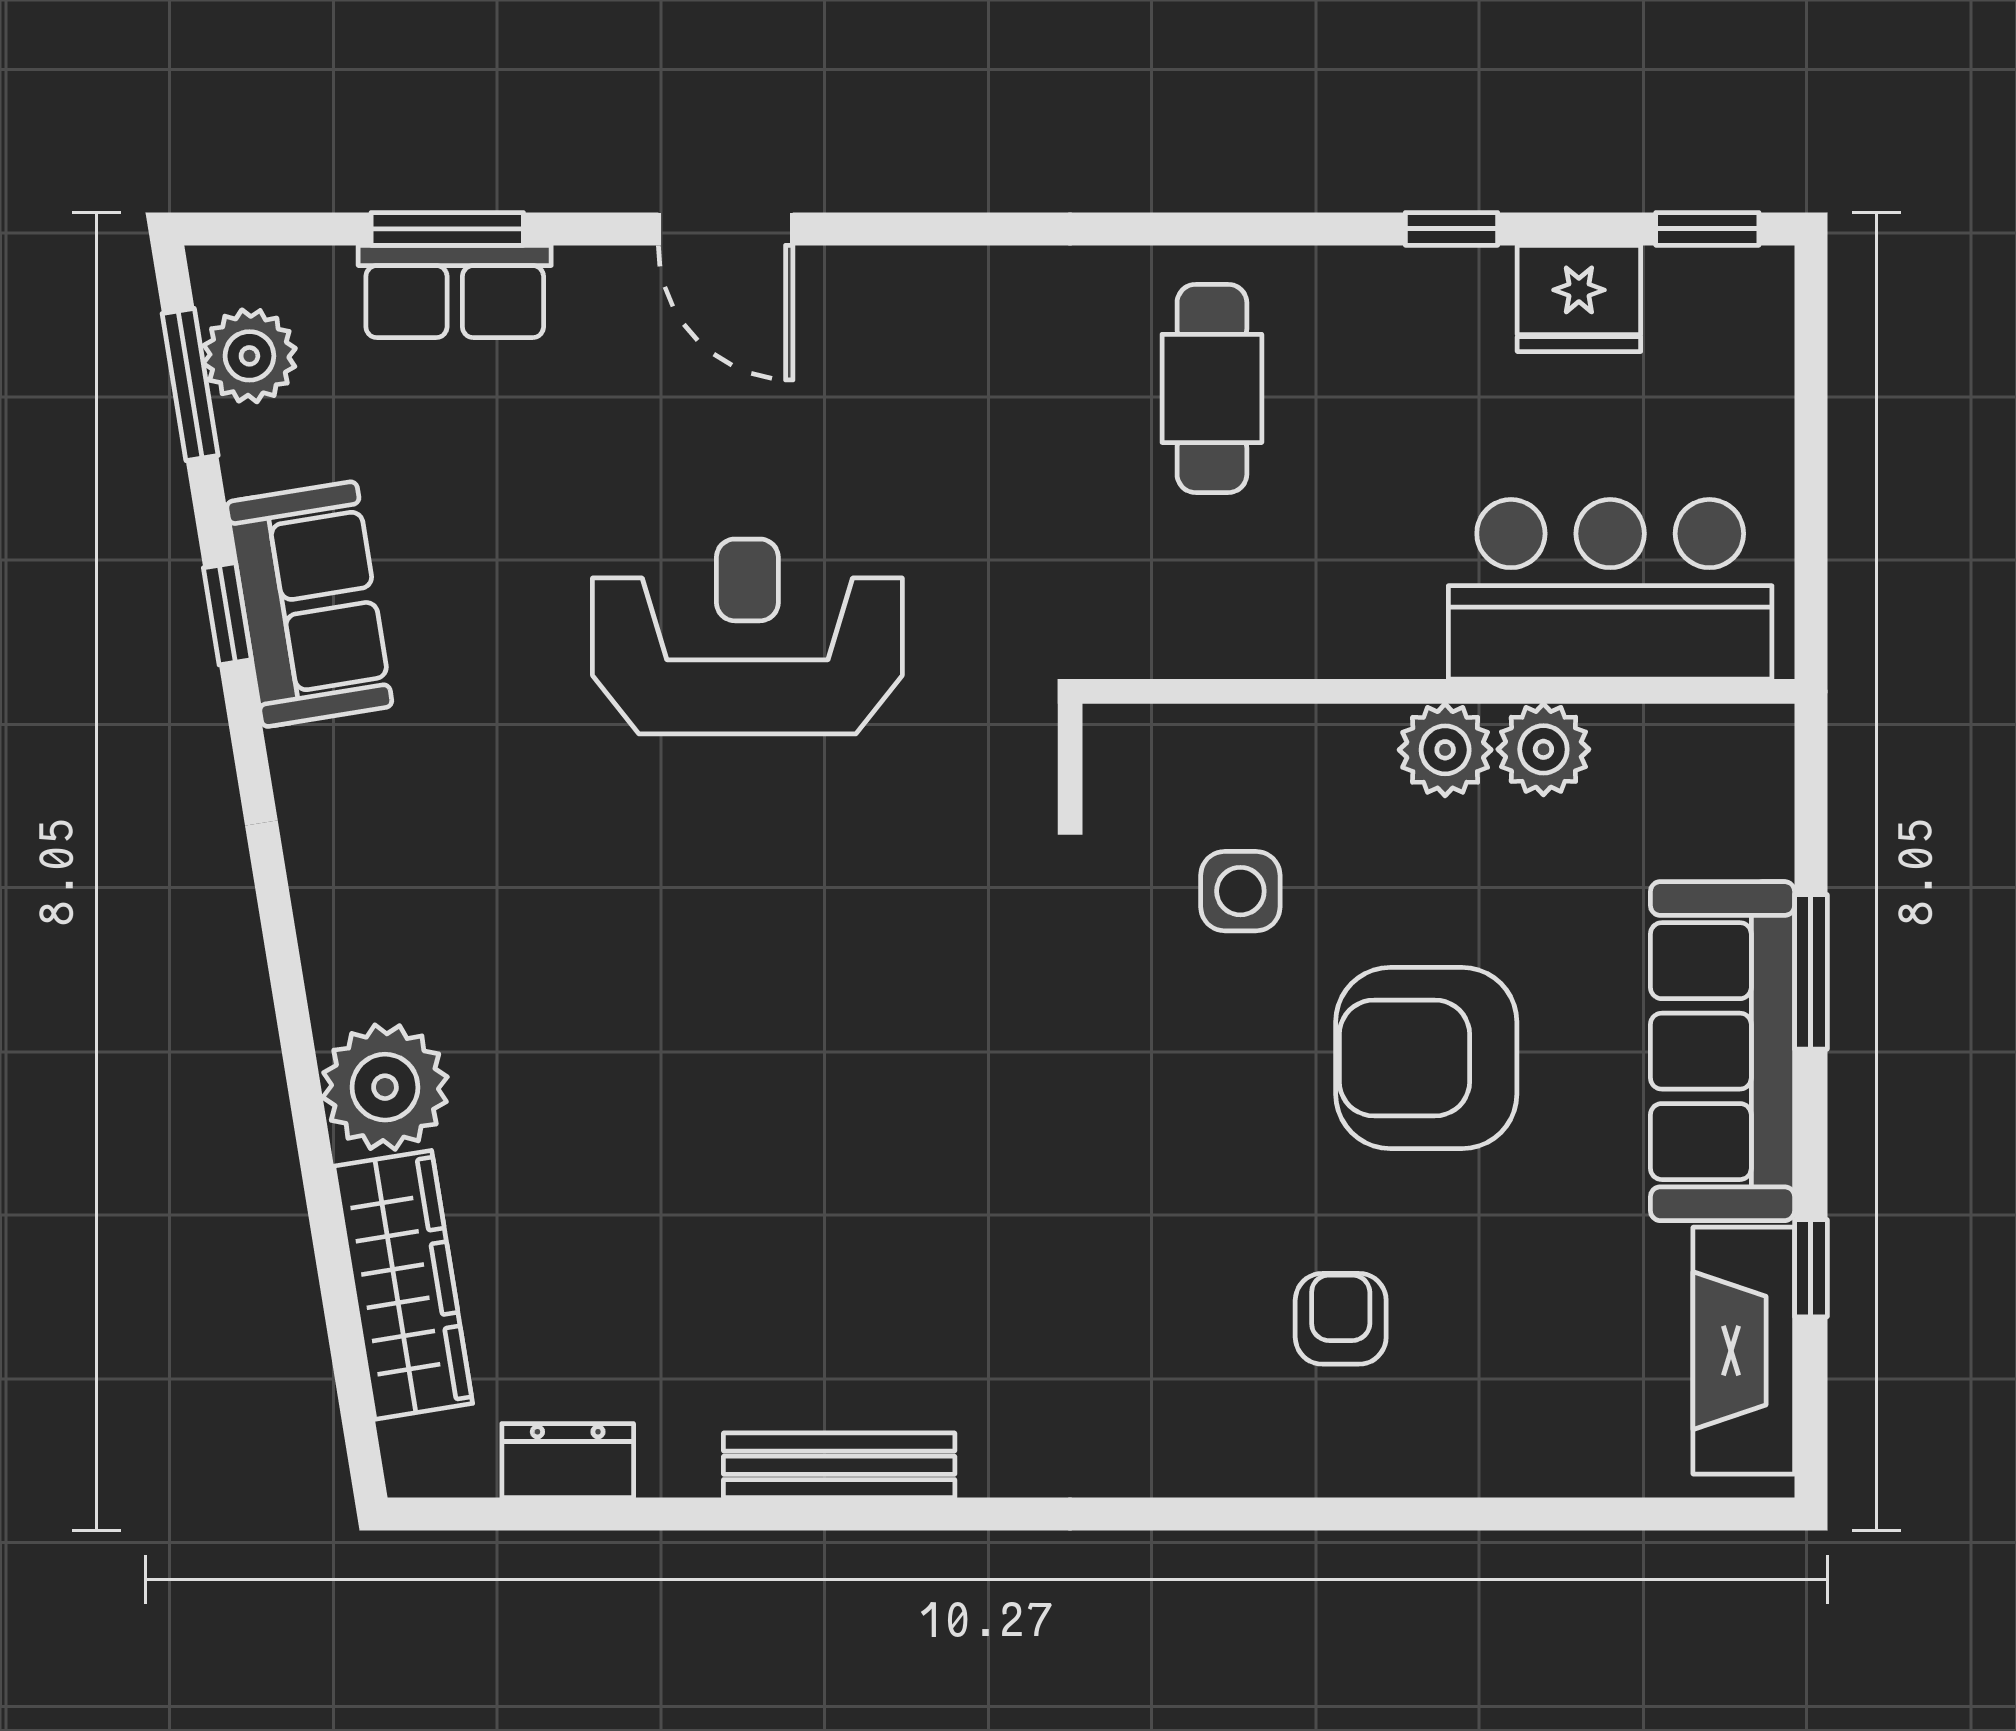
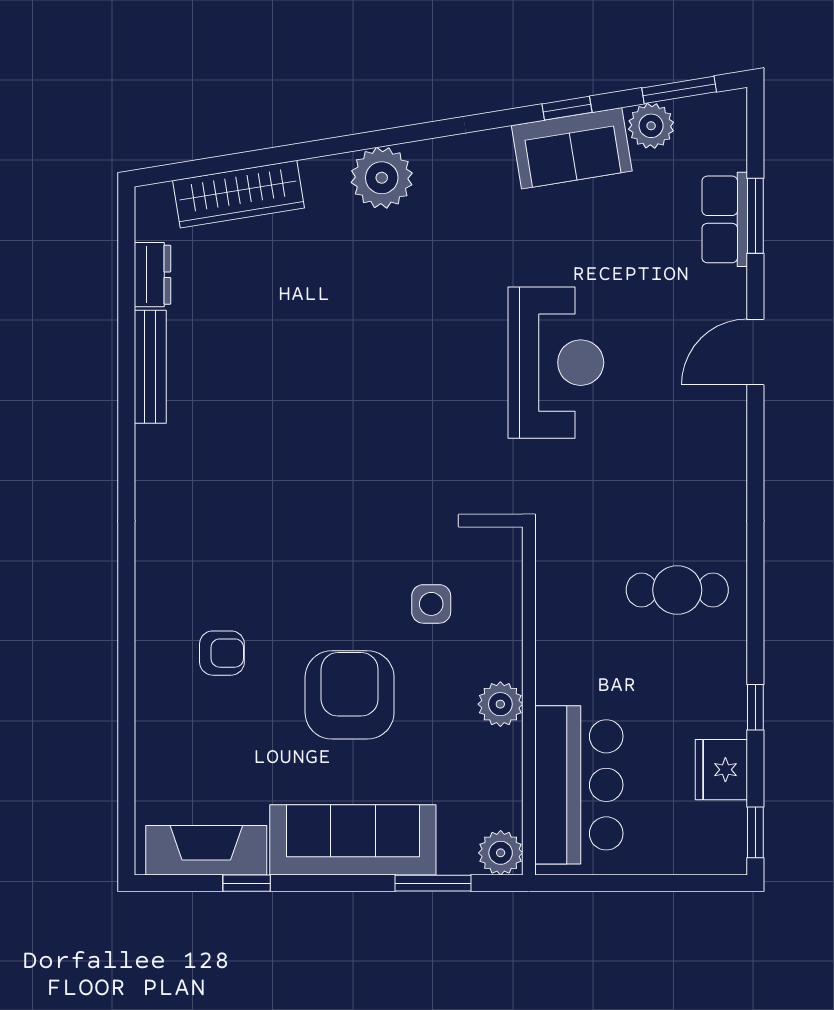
plant: (249, 356) -> (651, 126), moved
plant: (1543, 749) -> (501, 853), moved
window: (1811, 972) -> (433, 883), moved
plant: (385, 1087) -> (382, 178), moved
bench: (839, 1465) -> (150, 367), moved

